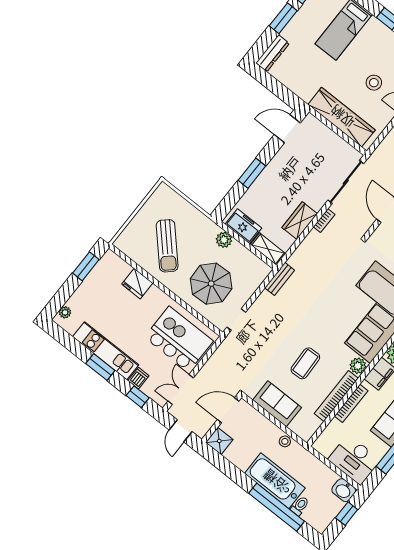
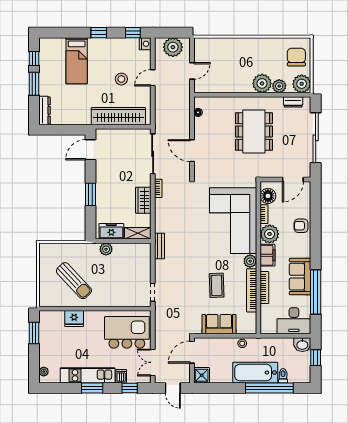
parasol: (211, 284) -> (120, 282), removed

